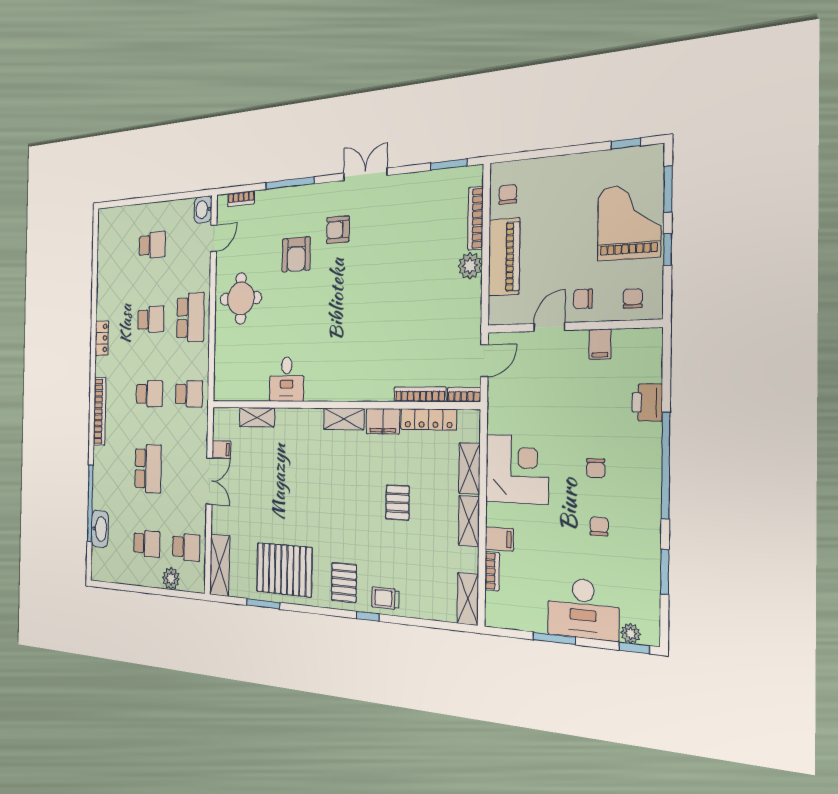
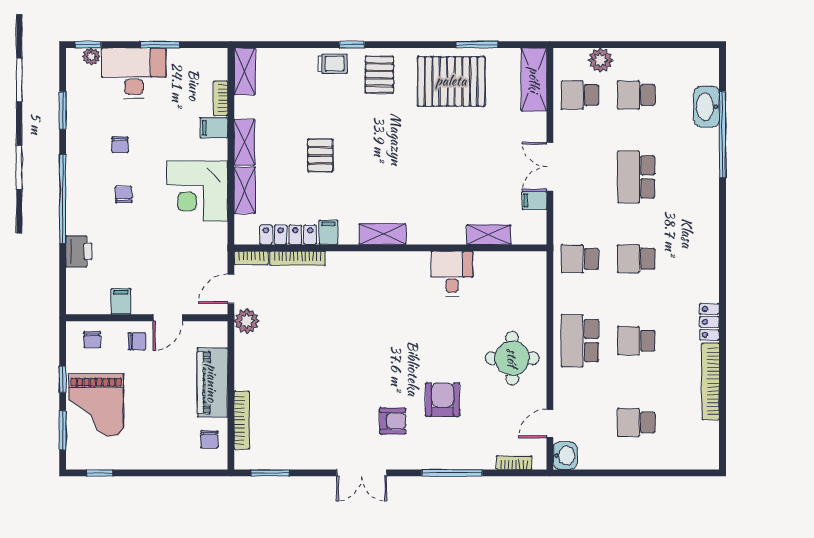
plant: (470, 266) -> (247, 321), moved
bookcase: (100, 411) -> (711, 381), moved
filing cabinet: (383, 421) -> (328, 232), width x0.50

